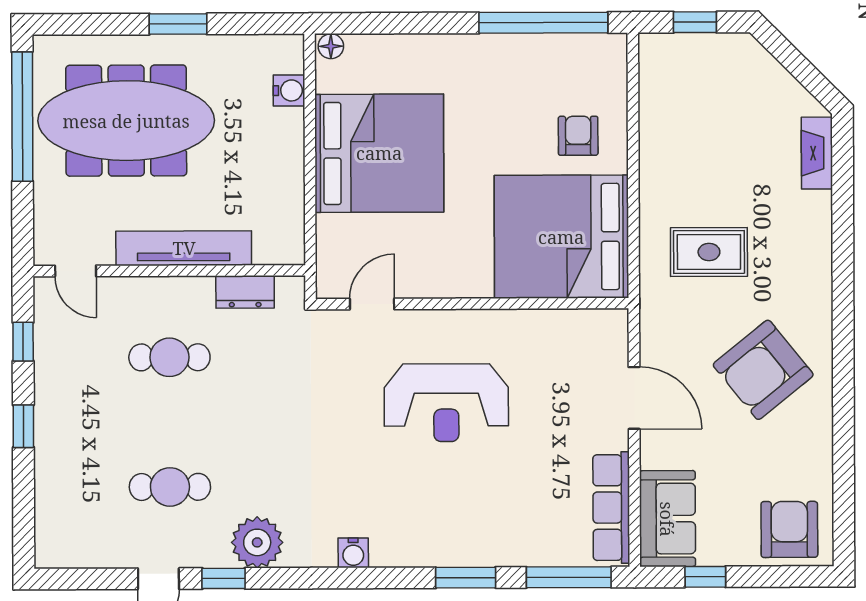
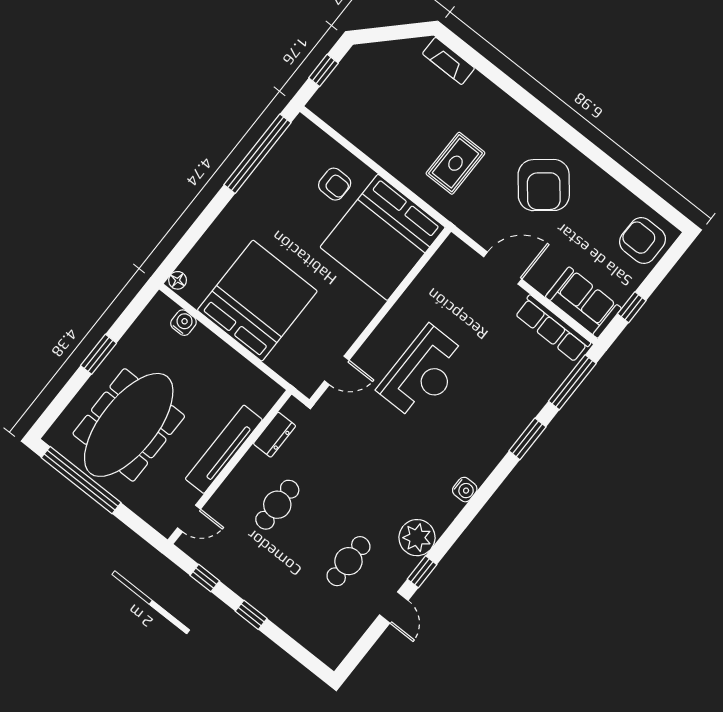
armchair: (578, 136) -> (335, 184), turned 180
door: (372, 304) -> (337, 371), swing flipped

